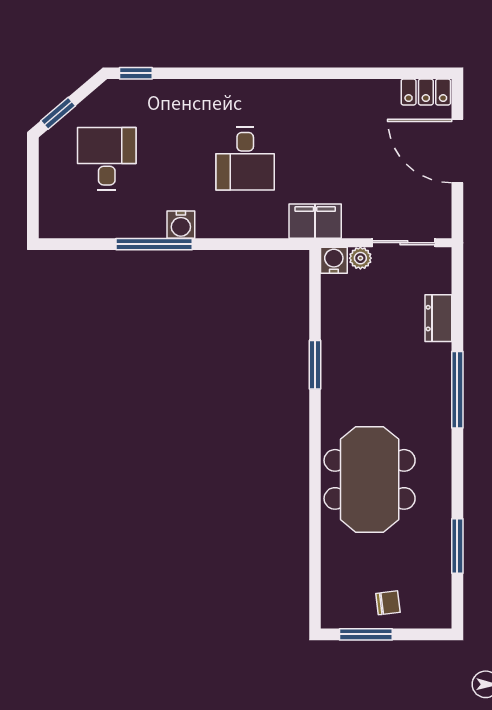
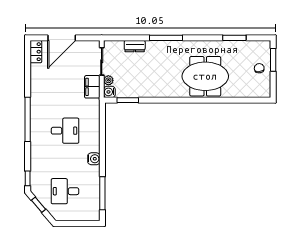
window: (271, 73) -> (28, 119), added
window: (58, 113) -> (38, 205), moved
filing cabinet: (315, 221) -> (92, 87), moved
window: (154, 244) -> (102, 193), moved
window: (315, 365) -> (128, 100), moved
window: (366, 634) -> (273, 60), moved

